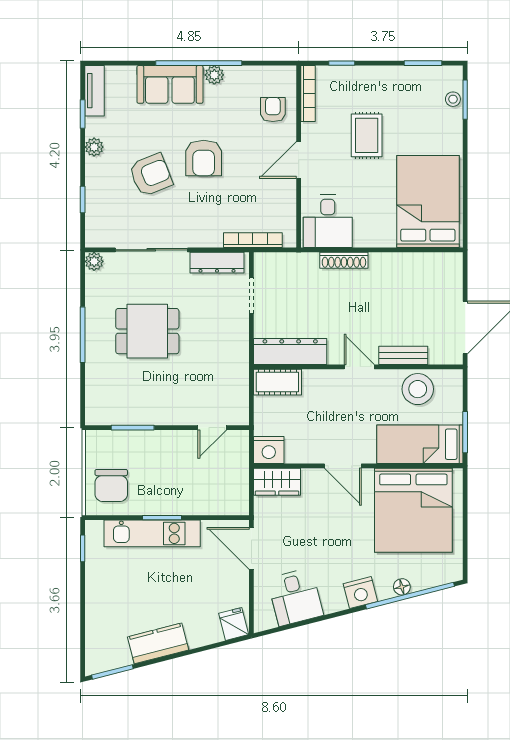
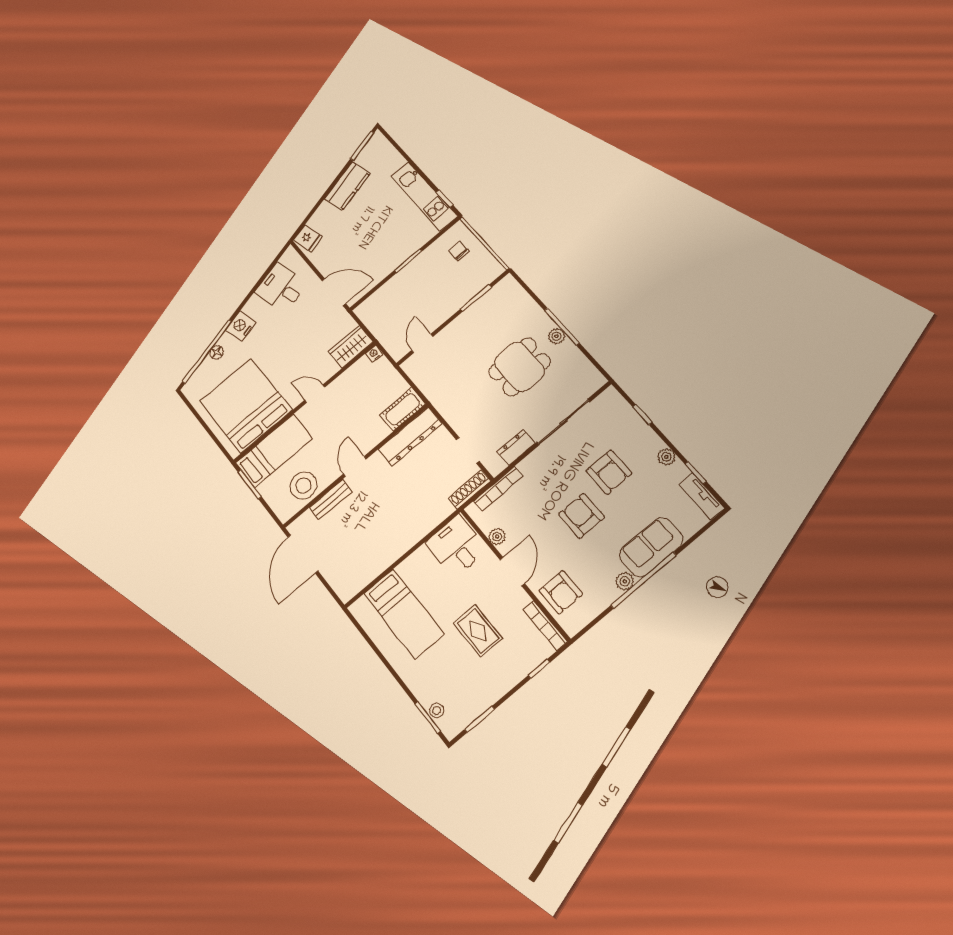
armchair: (273, 110) -> (561, 592), width x1.38, depth x1.38
armchair: (151, 175) -> (609, 472), turned -68
plant: (287, 200) -> (497, 537), added
bed: (428, 201) -> (404, 614), width x0.67
shoe rack: (344, 260) -> (469, 490), moved
plant: (94, 261) -> (556, 336), moved
dresser: (217, 263) -> (516, 447), width x0.70
door: (359, 367) -> (355, 466), swing flipped
nightstand: (269, 450) -> (374, 354), width x0.53, depth x0.56
door: (343, 466) -> (315, 394), width x0.73
chair: (111, 485) -> (459, 251), width x0.54, depth x0.54
kitchen unit: (152, 533) -> (424, 196), moved, turned -90

